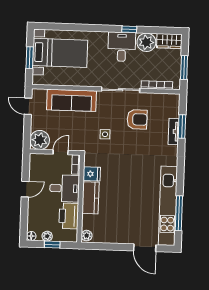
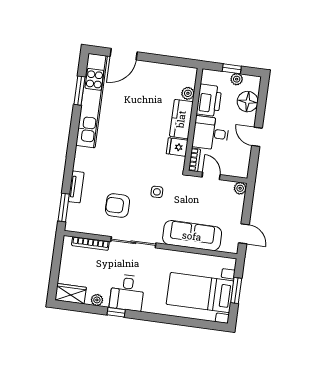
plant: (146, 42) -> (97, 300), width x0.53, depth x0.53
window: (184, 67) -> (56, 261), removed
window: (182, 127) -> (64, 207), moved
plant: (40, 140) -> (240, 188), width x0.53, depth x0.53
door: (61, 152) -> (211, 176), swing flipped
door: (25, 189) -> (257, 137), hinge flipped
window: (179, 213) -> (79, 91), width x0.69
floor lamp: (31, 236) -> (248, 102), moved, width x1.89, depth x1.89
plant: (87, 236) -> (188, 93), moved
door: (145, 248) -> (124, 54), swing flipped

